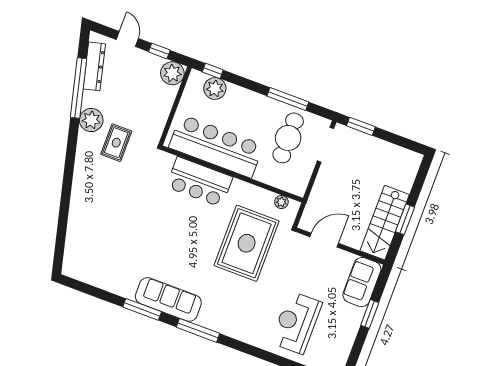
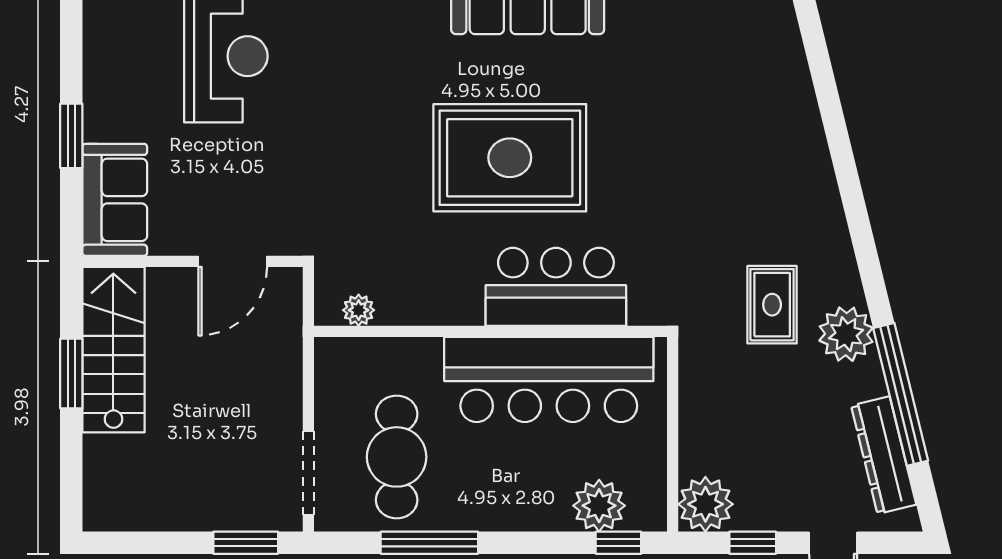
rug: (247, 243) -> (510, 158), moved, turned 90

